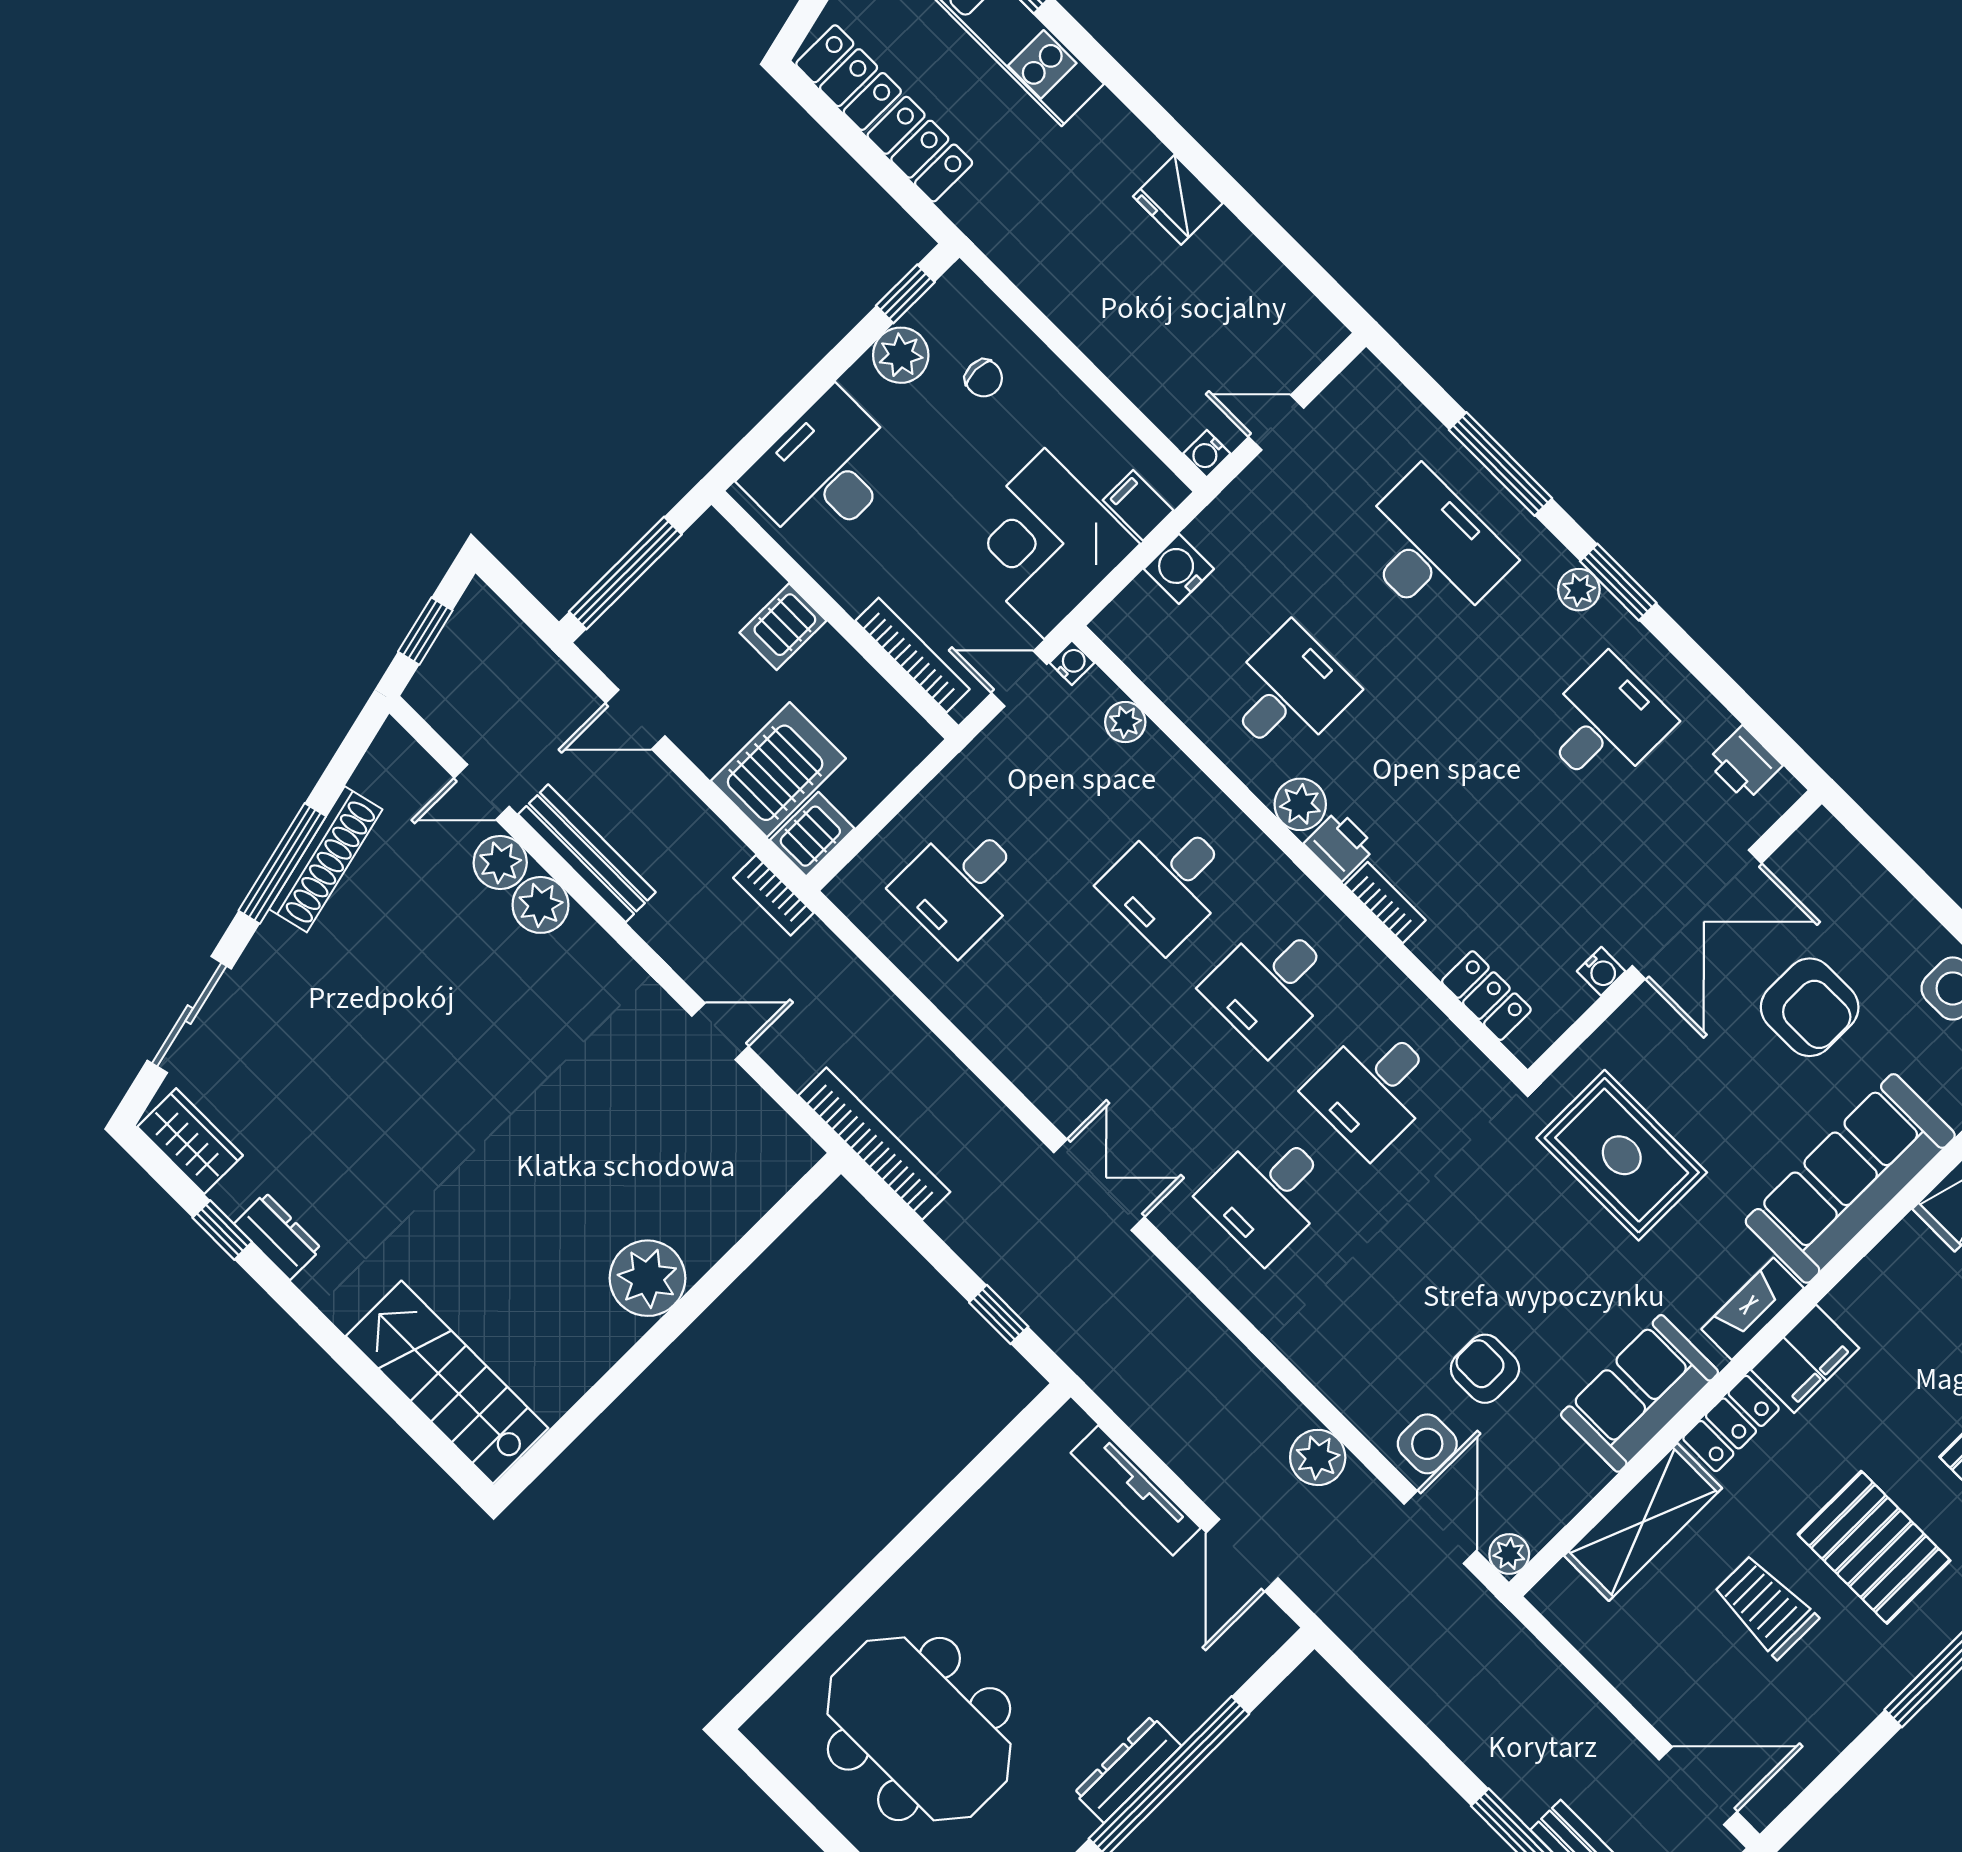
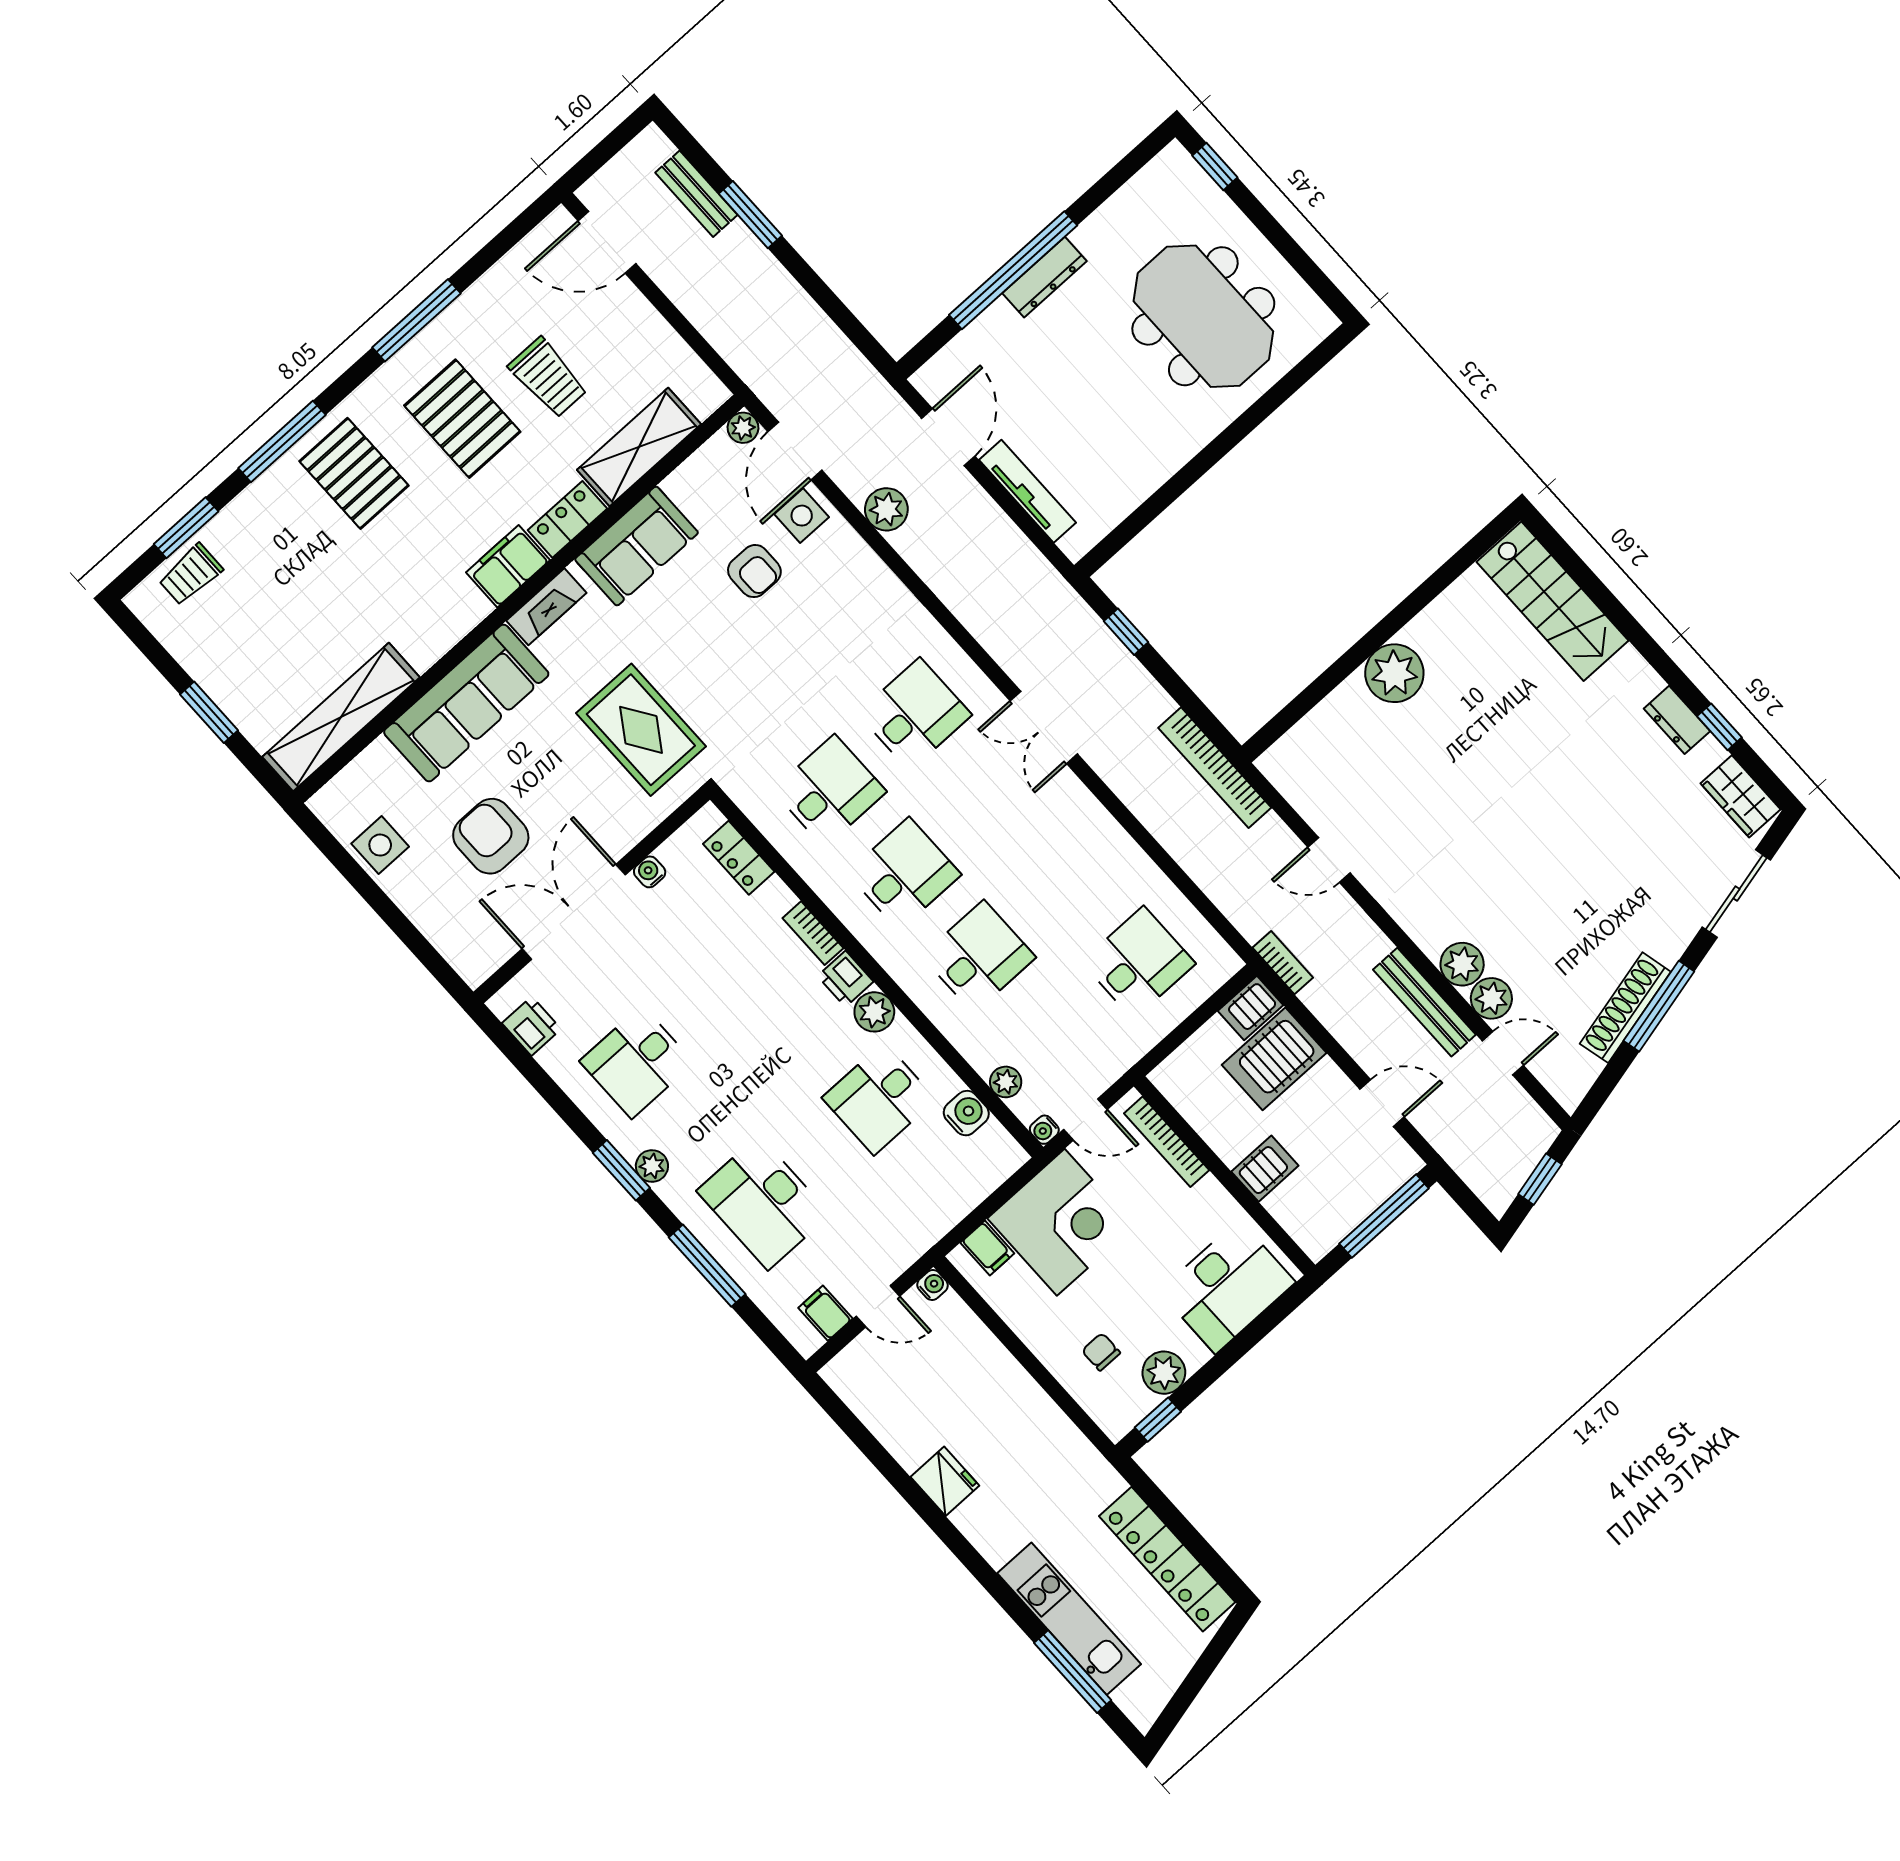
filing cabinet: (1344, 410) -> (825, 1313), added
water cooler: (1179, 569) -> (966, 1113), moved, turned -90

